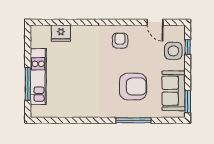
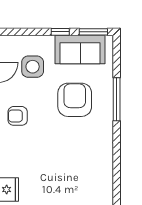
window: (188, 47) -> (60, 32), moved
side table: (173, 51) -> (33, 67), moved

